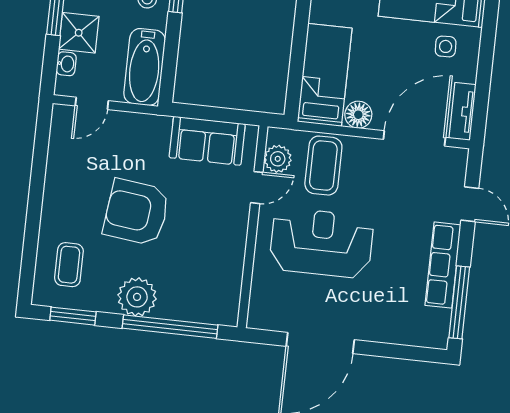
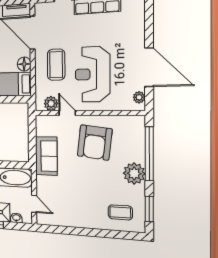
sofa: (207, 141) -> (46, 156), moved
coffee table: (323, 166) -> (56, 65), moved, turned 90
armchair: (136, 212) -> (95, 142), moved
plant: (270, 320) -> (139, 97), added

